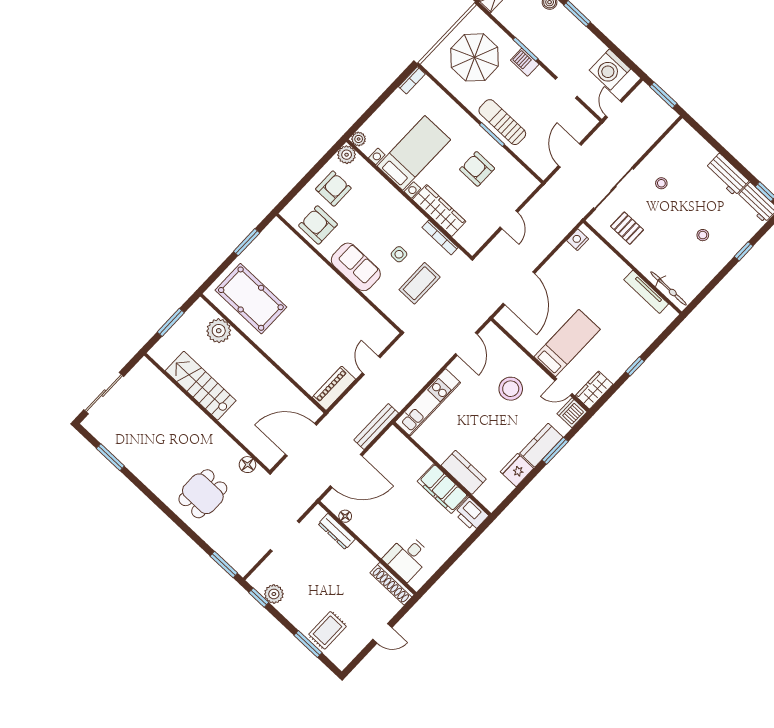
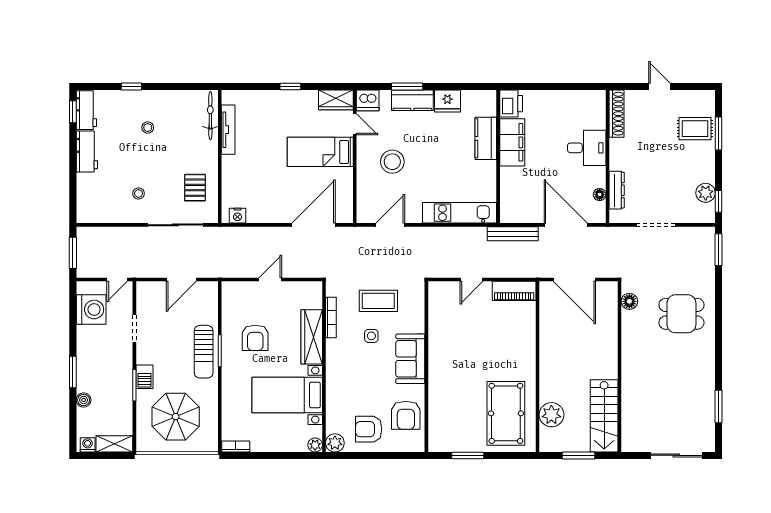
stairs: (201, 386) -> (604, 416), moved
desk: (407, 557) -> (587, 148), moved

